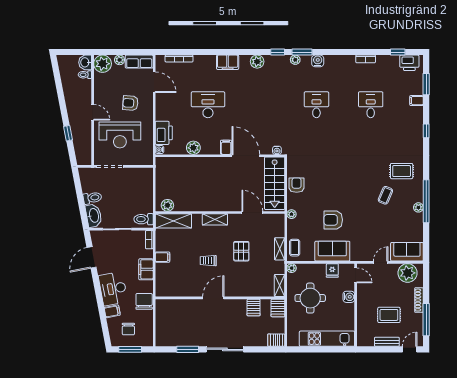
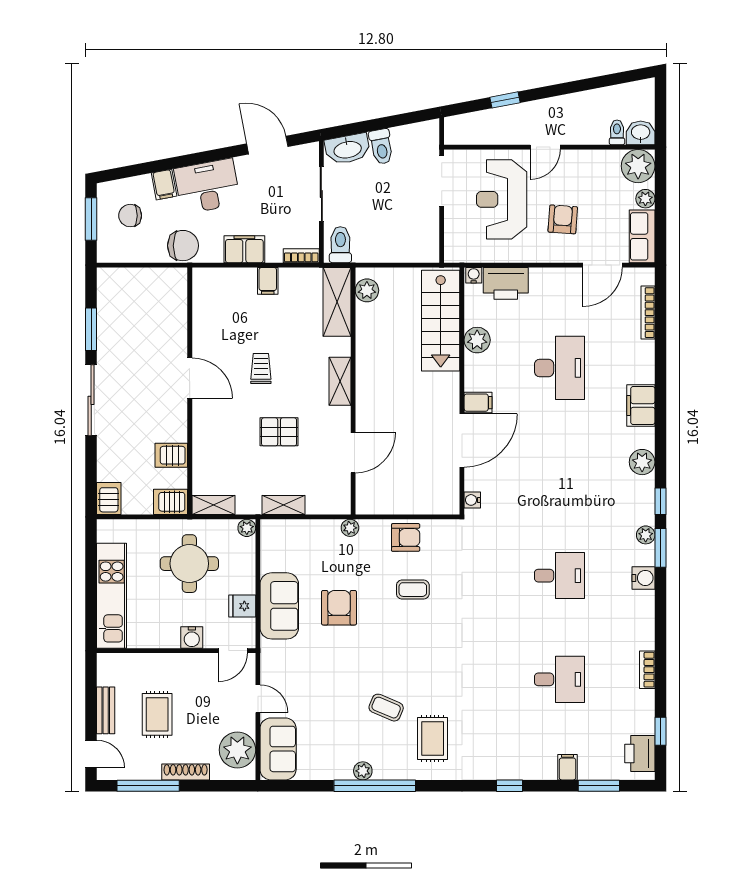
stairs: (275, 183) -> (441, 321), moved, turned -90
coffee table: (295, 248) -> (413, 590), moved

